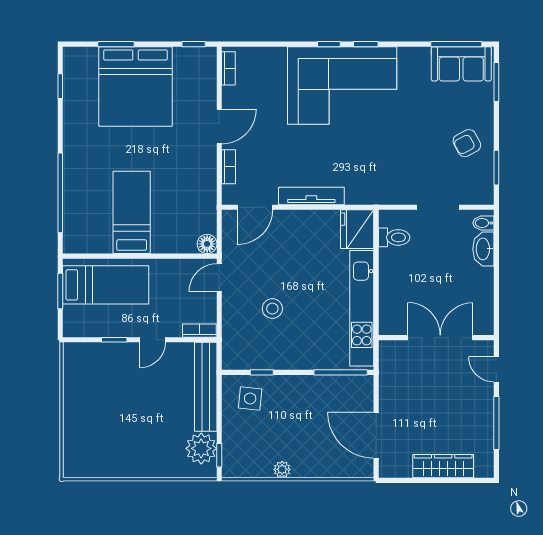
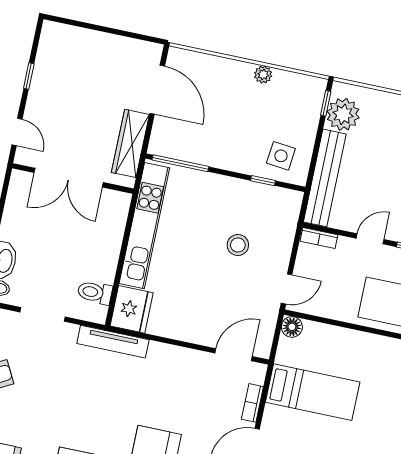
tv unit: (311, 196) -> (113, 342), moved
bed: (132, 212) -> (313, 392), moved, turned -90
window: (496, 423) -> (29, 76), width x0.46
wardrobe: (443, 466) -> (130, 143), moved, turned 90

